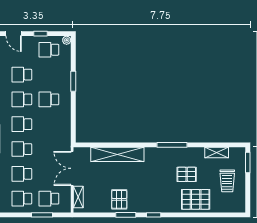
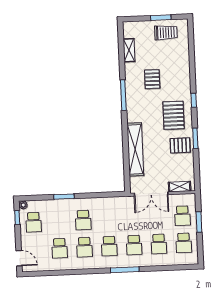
door: (14, 34) -> (19, 258), hinge flipped
window: (41, 34) -> (17, 218), moved
window: (248, 162) -> (161, 18), moved
trolley: (227, 181) -> (166, 33), moved
pallet: (196, 199) -> (174, 115), moved
window: (154, 215) -> (194, 100), moved

